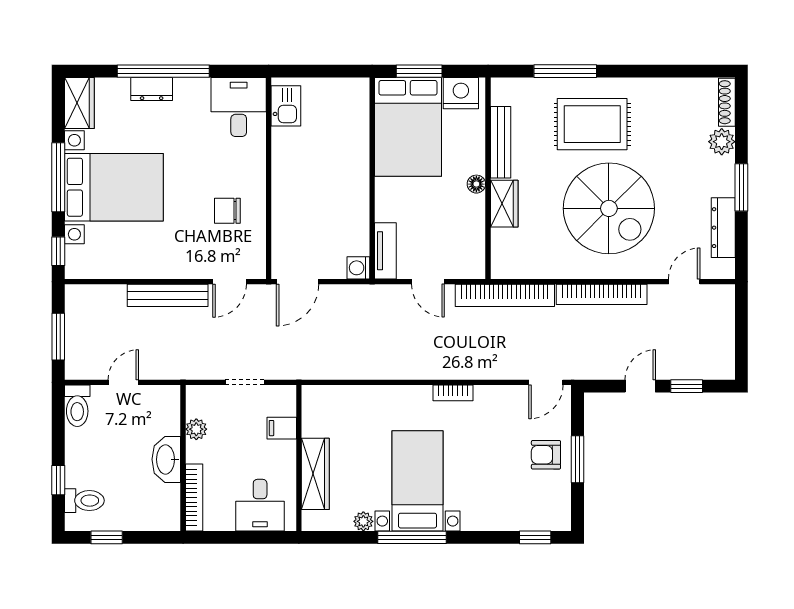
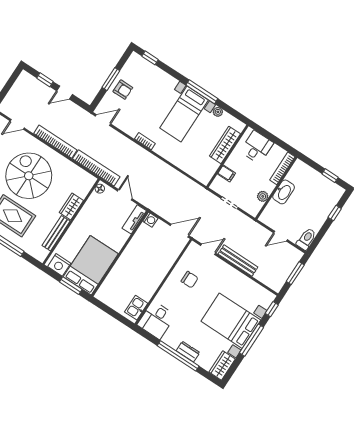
floor lamp: (476, 184) -> (100, 189), moved
toilet: (84, 501) -> (329, 197), removed

